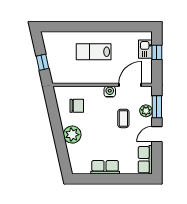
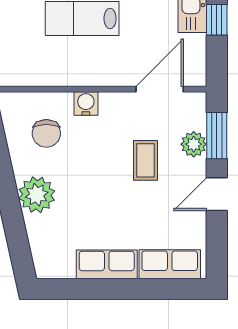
water cooler: (110, 92) -> (86, 103), moved
chair: (77, 106) -> (46, 133), turned 90
row of seats: (145, 160) -> (170, 264), moved, turned 90

